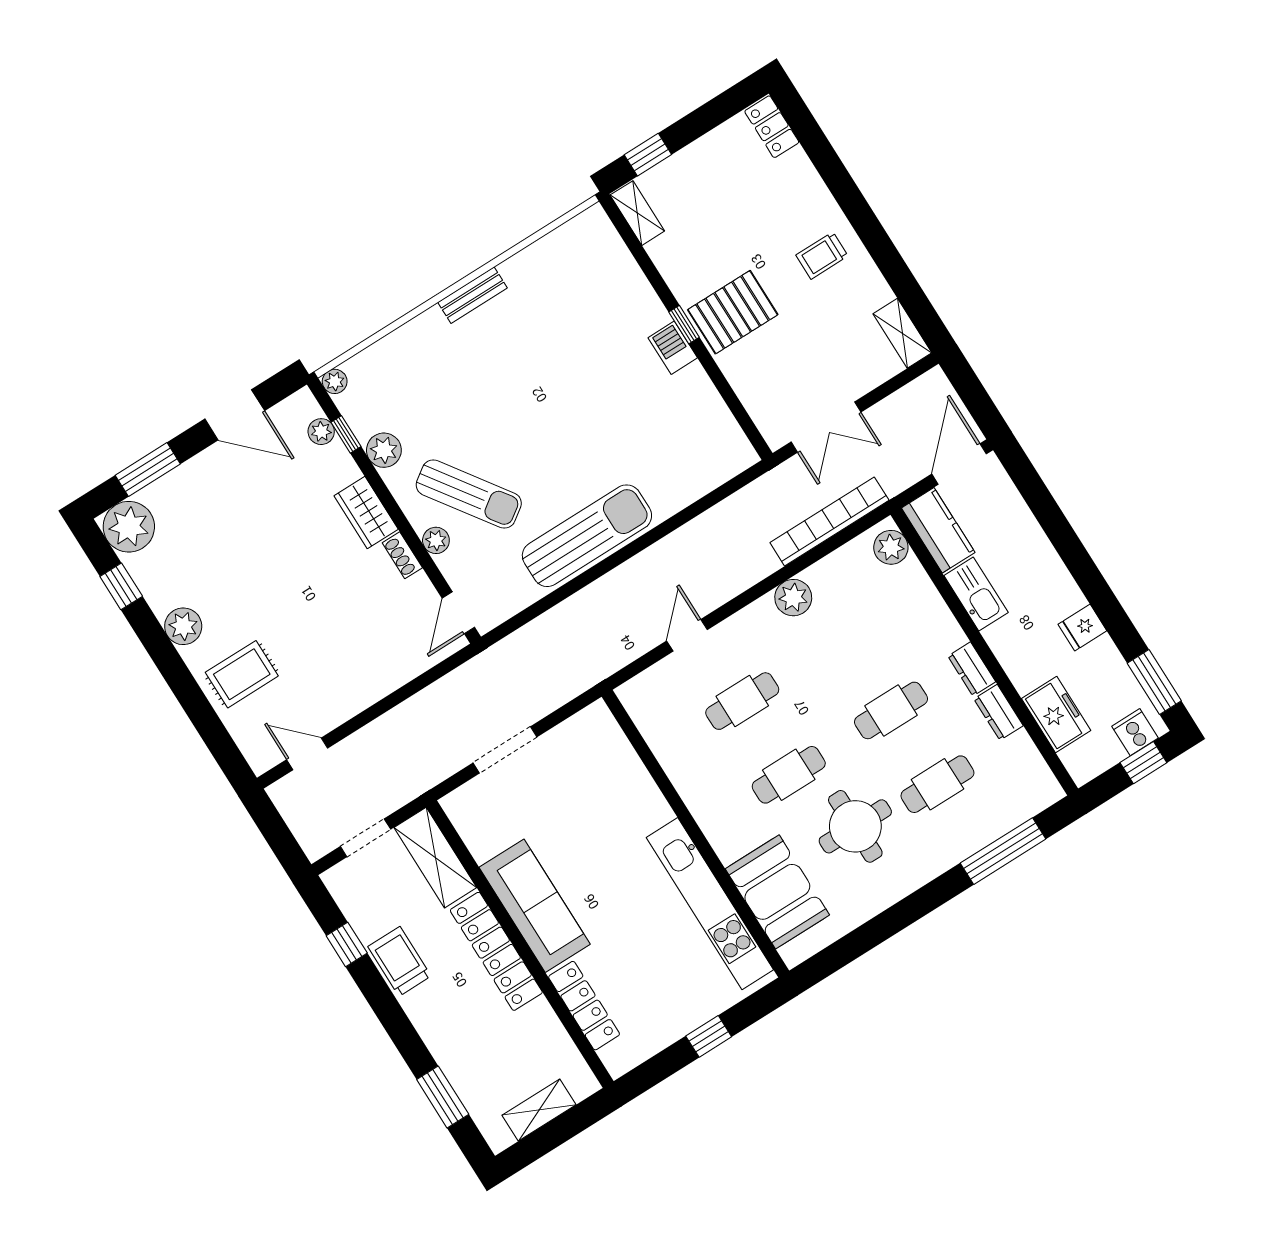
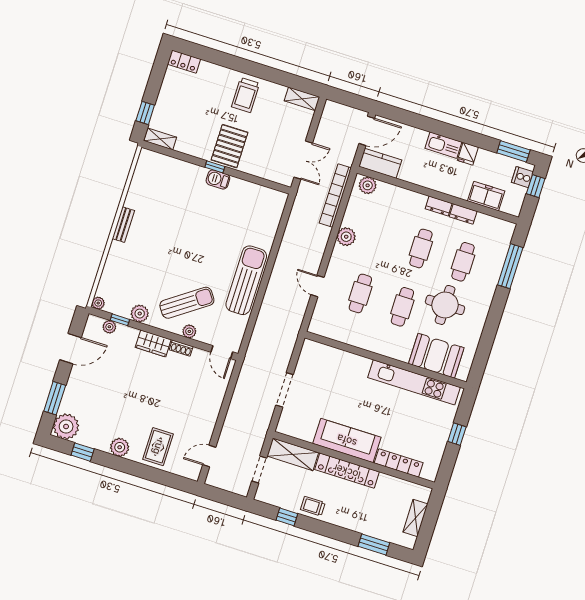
trolley: (822, 256) -> (246, 95), width x1.36, depth x1.39
door: (959, 464) -> (367, 131), swing flipped
kitchen sink: (976, 594) -> (443, 145), moved, turned 180
trolley: (399, 961) -> (313, 506), width x0.73, depth x0.72

